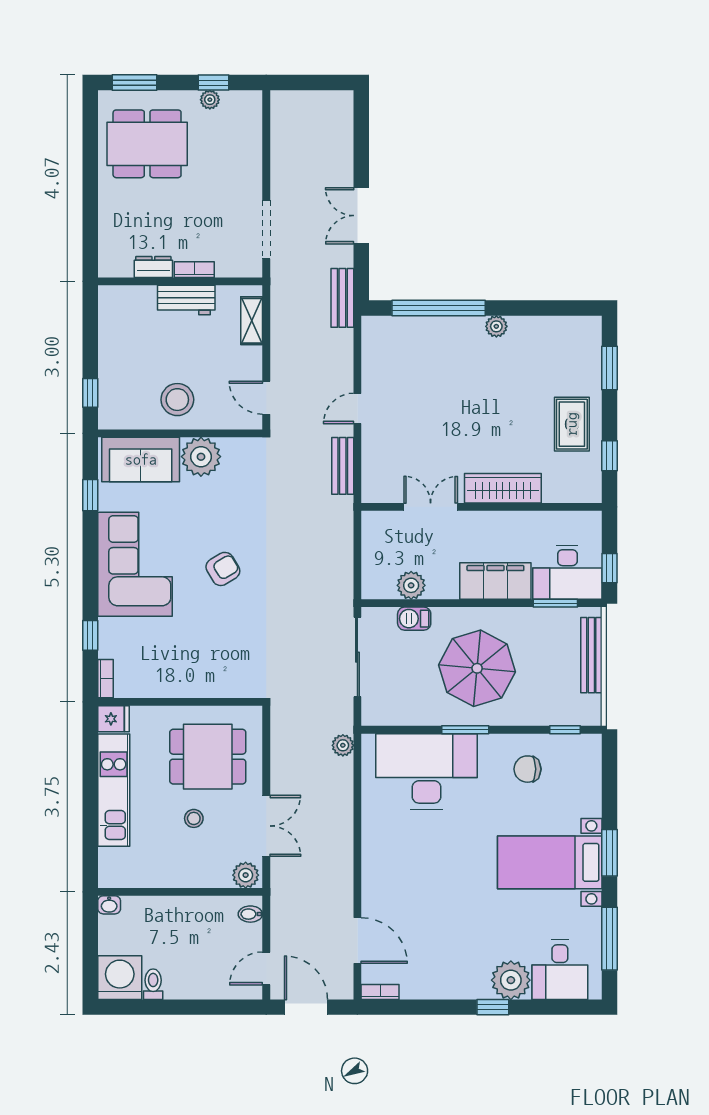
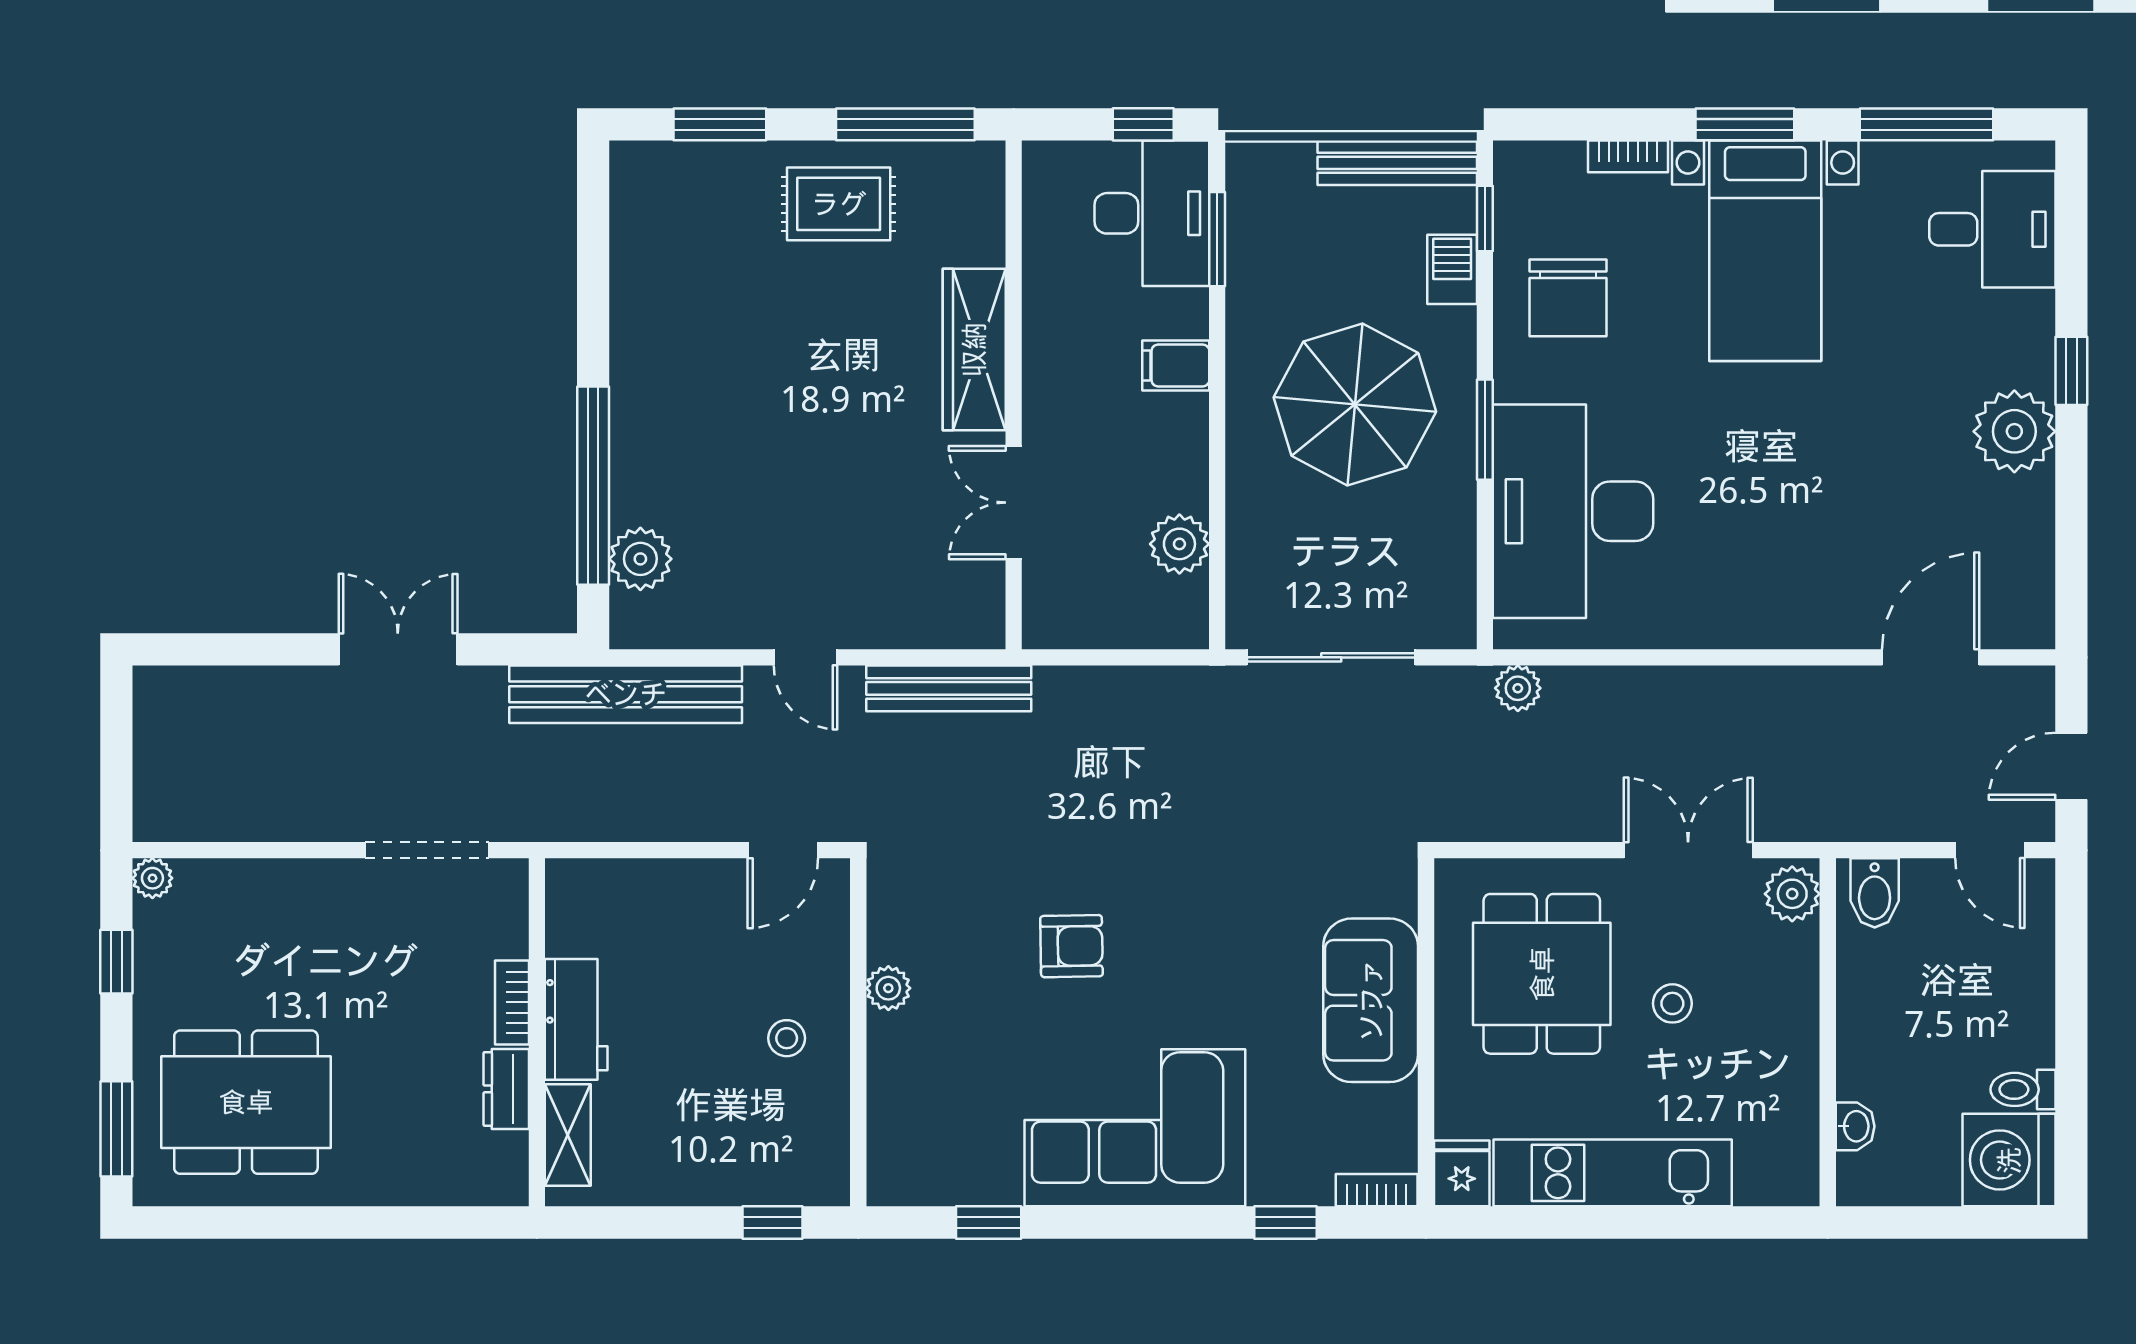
plant: (210, 100) -> (152, 878), moved
dining table: (147, 144) -> (246, 1102), turned 90
double door: (361, 216) -> (398, 649), swing flipped
bench: (342, 298) -> (626, 694), width x1.86, depth x1.21
shelving: (252, 321) -> (568, 1135), moved, turned 90
plant: (496, 326) -> (640, 559), moved, width x1.38, depth x1.38
stool: (177, 400) -> (787, 1038), width x0.53, depth x0.53
window: (609, 456) -> (905, 124), width x2.17
plant: (201, 457) -> (888, 988), width x0.53, depth x0.53
sofa: (141, 460) -> (1371, 1000), moved, turned 180
bench: (343, 466) -> (949, 688), width x1.36
armchair: (223, 569) -> (1071, 946), moved, turned 120
filing cabinet: (495, 581) -> (1176, 365), width x0.33, depth x0.86
barbecue: (414, 619) -> (1452, 269), moved, turned 180
bench: (591, 655) -> (1397, 163), moved
chair: (527, 769) -> (1568, 298), width x1.37, depth x1.37
washbasin: (109, 905) -> (1855, 1126), moved
bidet: (250, 914) -> (1875, 893), width x1.38, depth x1.36
plant: (511, 980) -> (2014, 431), moved
bookcase: (380, 992) -> (1628, 156), moved, turned -90
door: (306, 1007) -> (2071, 766), width x0.73

